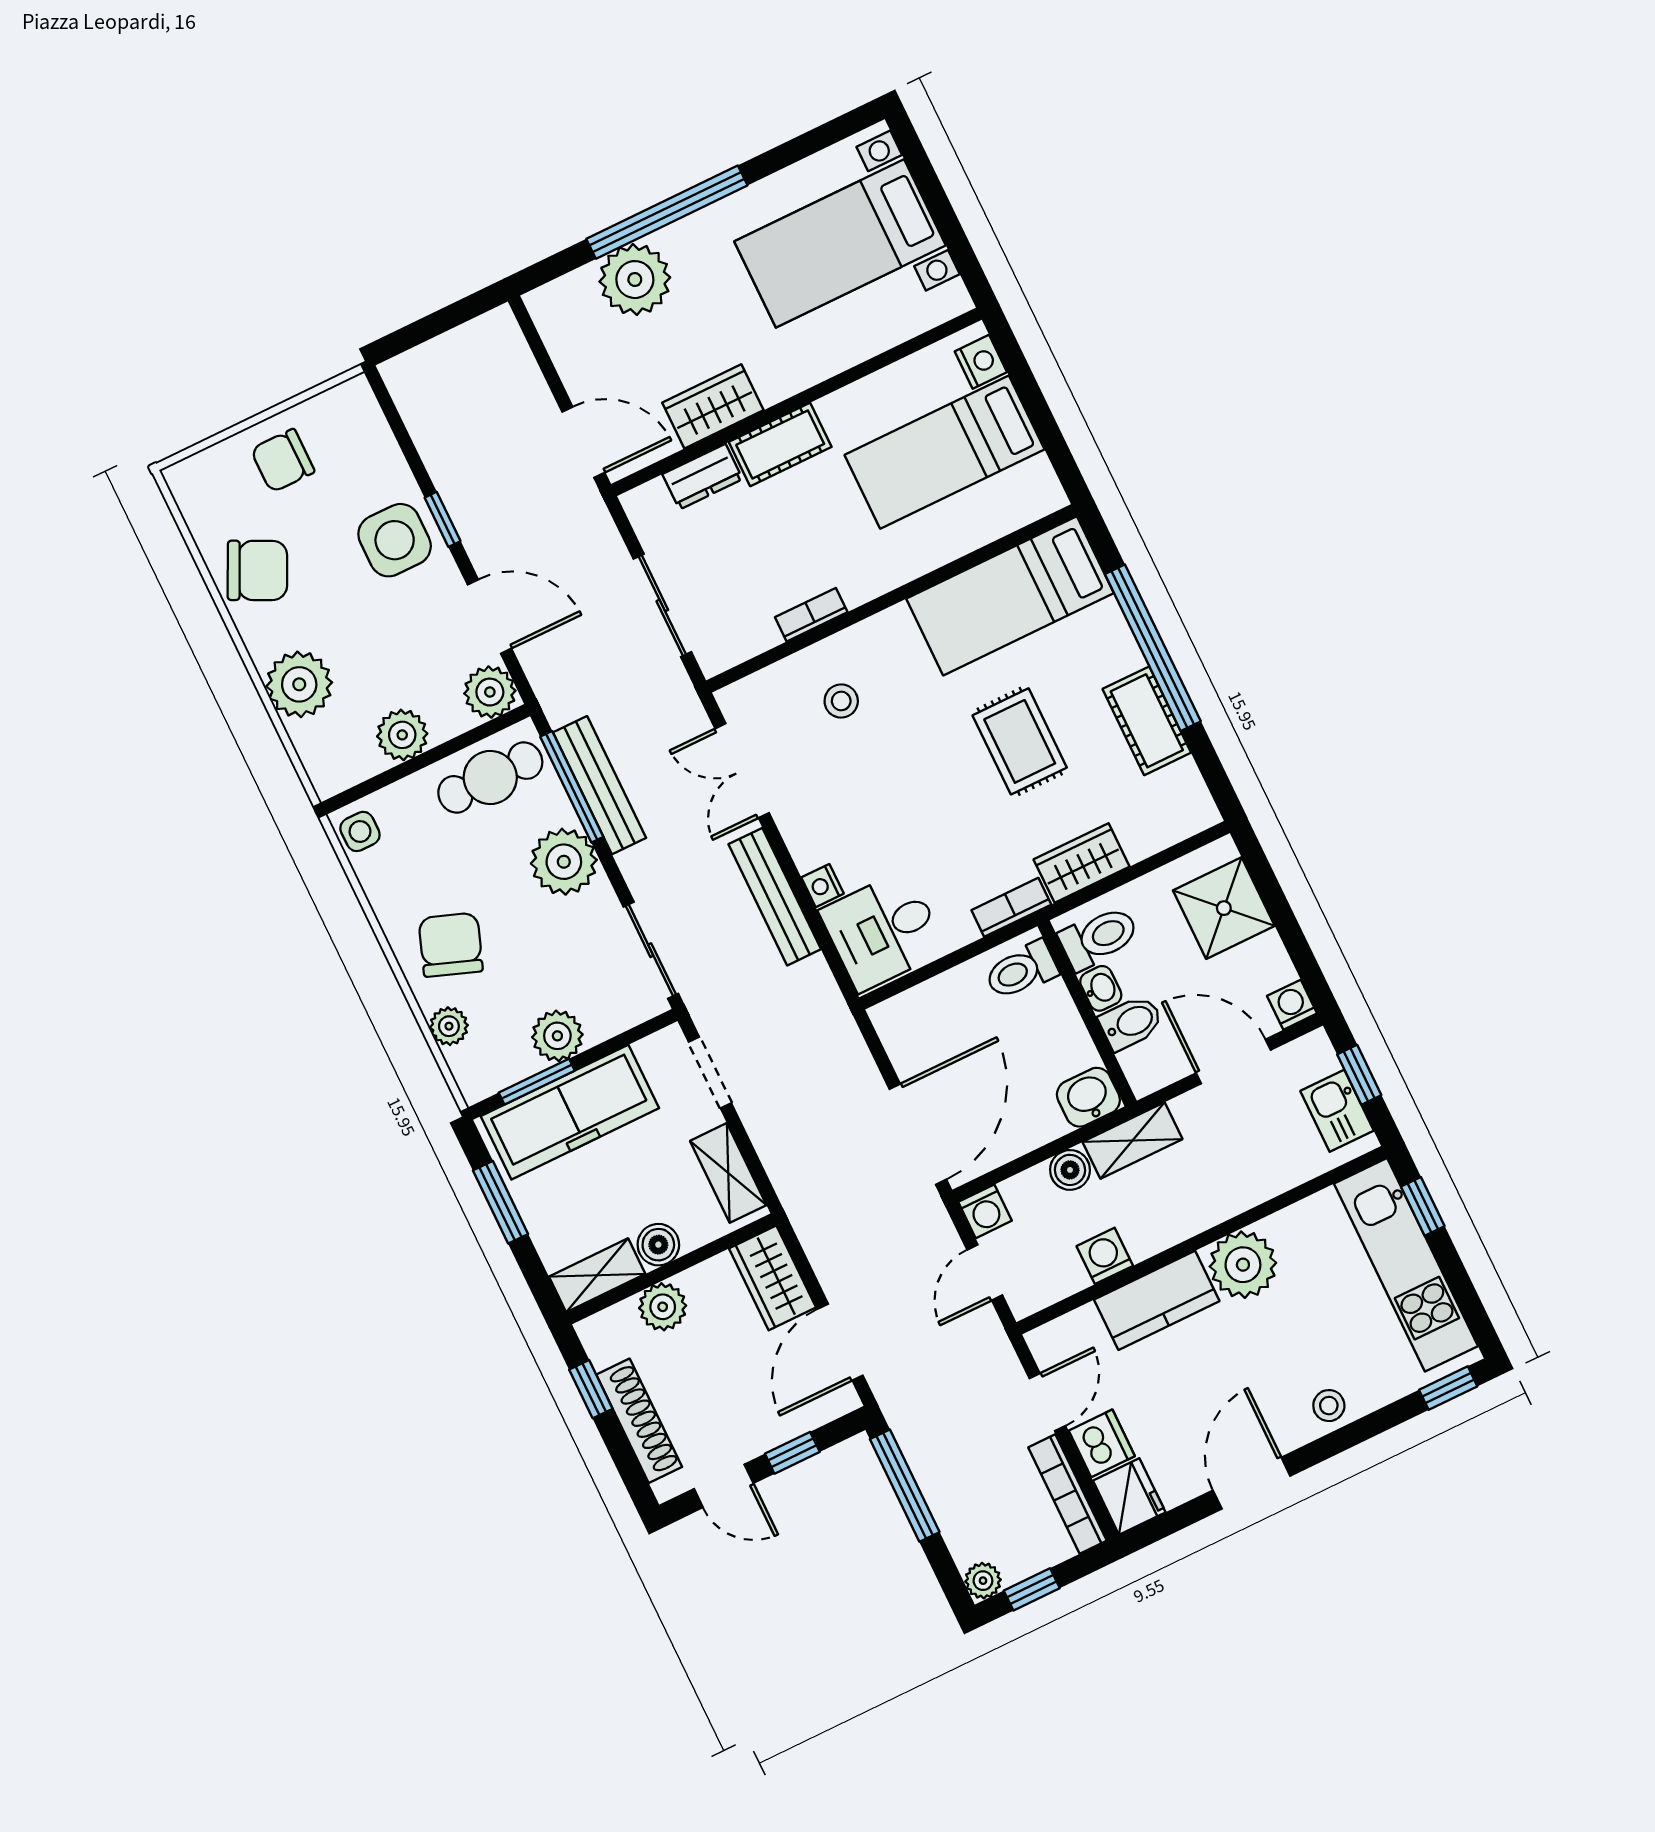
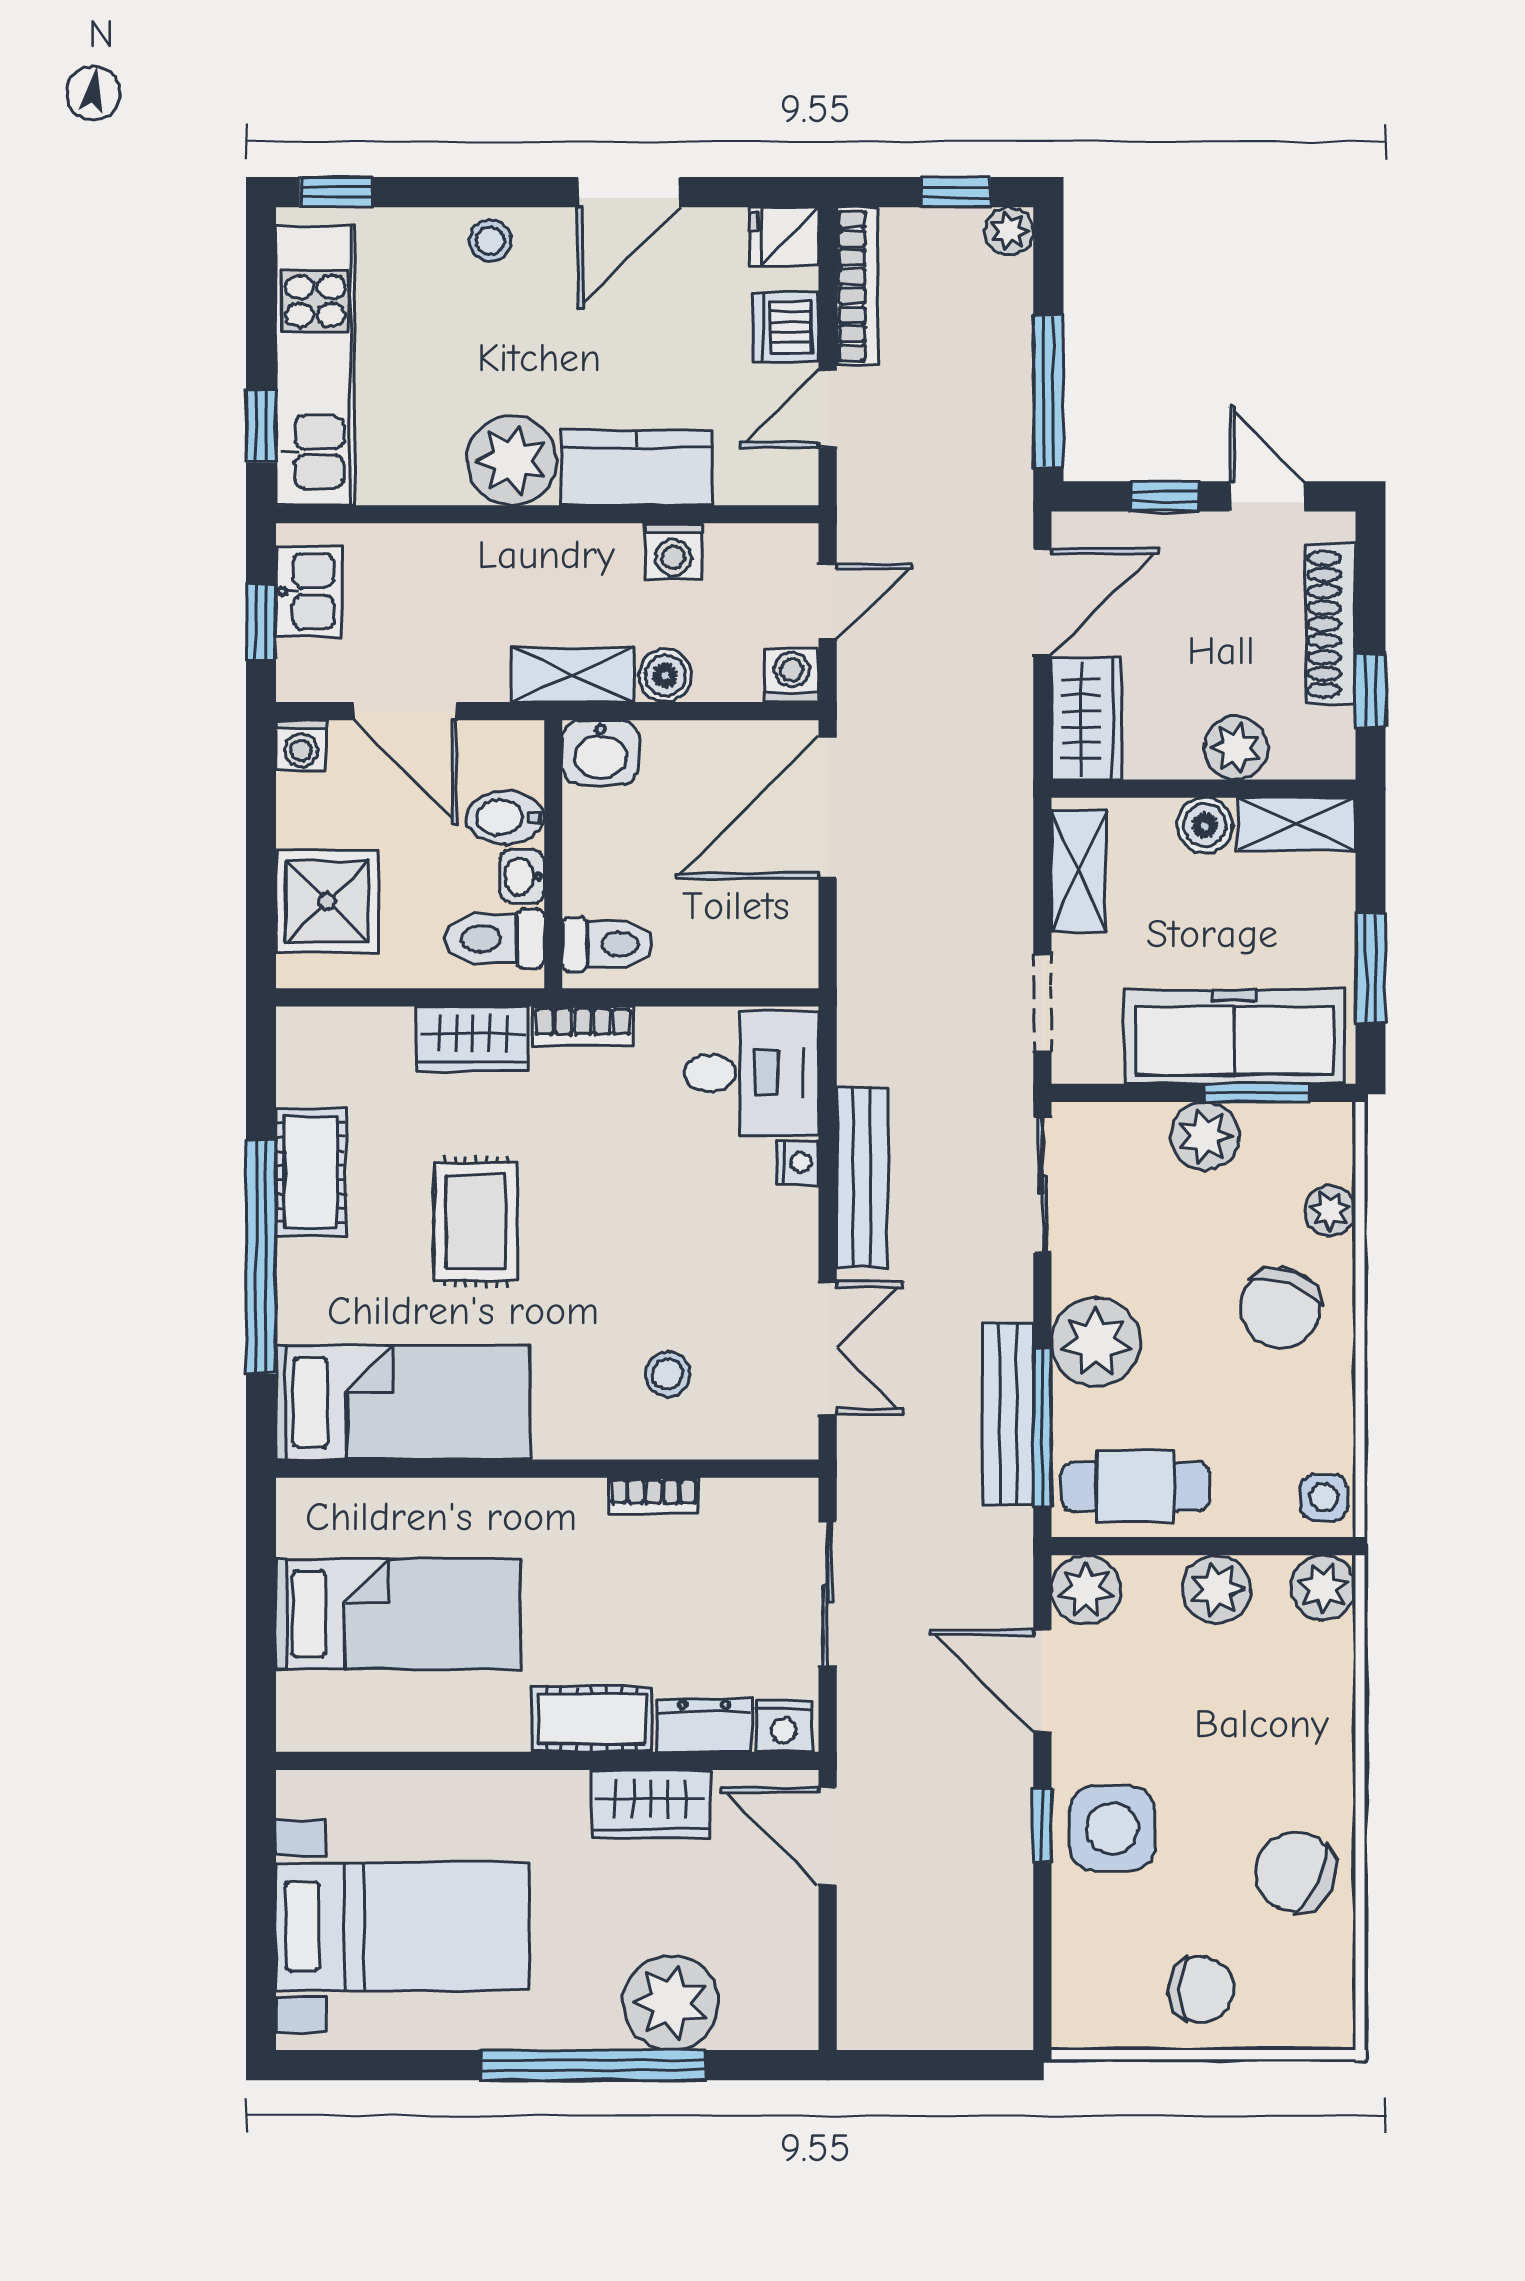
nightstand: (981, 362) -> (784, 1726), moved, turned -90
plant: (299, 684) -> (1323, 1588), moved, width x0.73, depth x0.73
fridge: (1129, 1496) -> (784, 236), width x0.72

